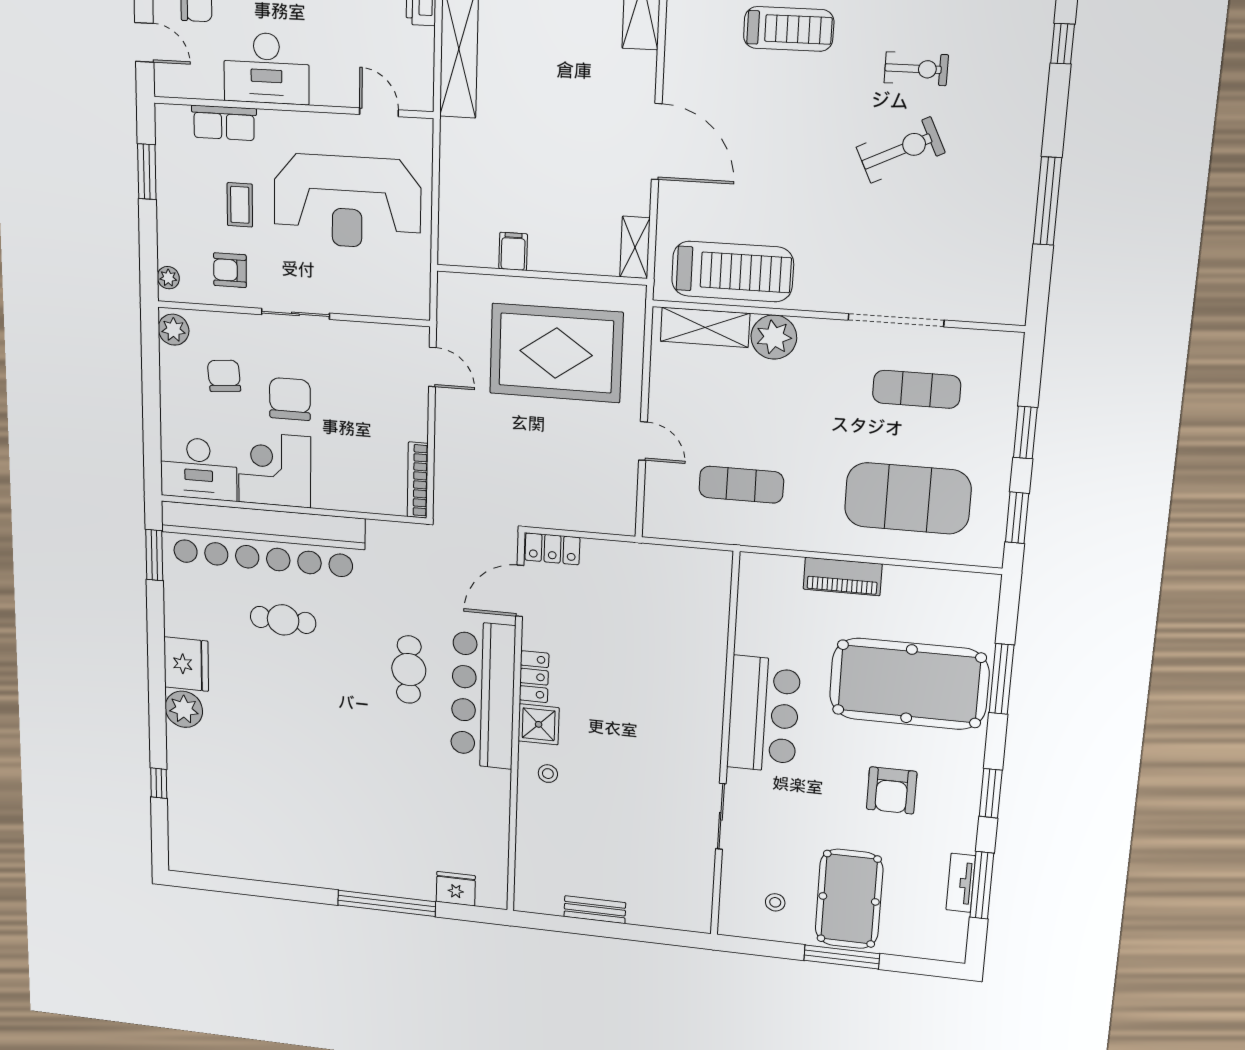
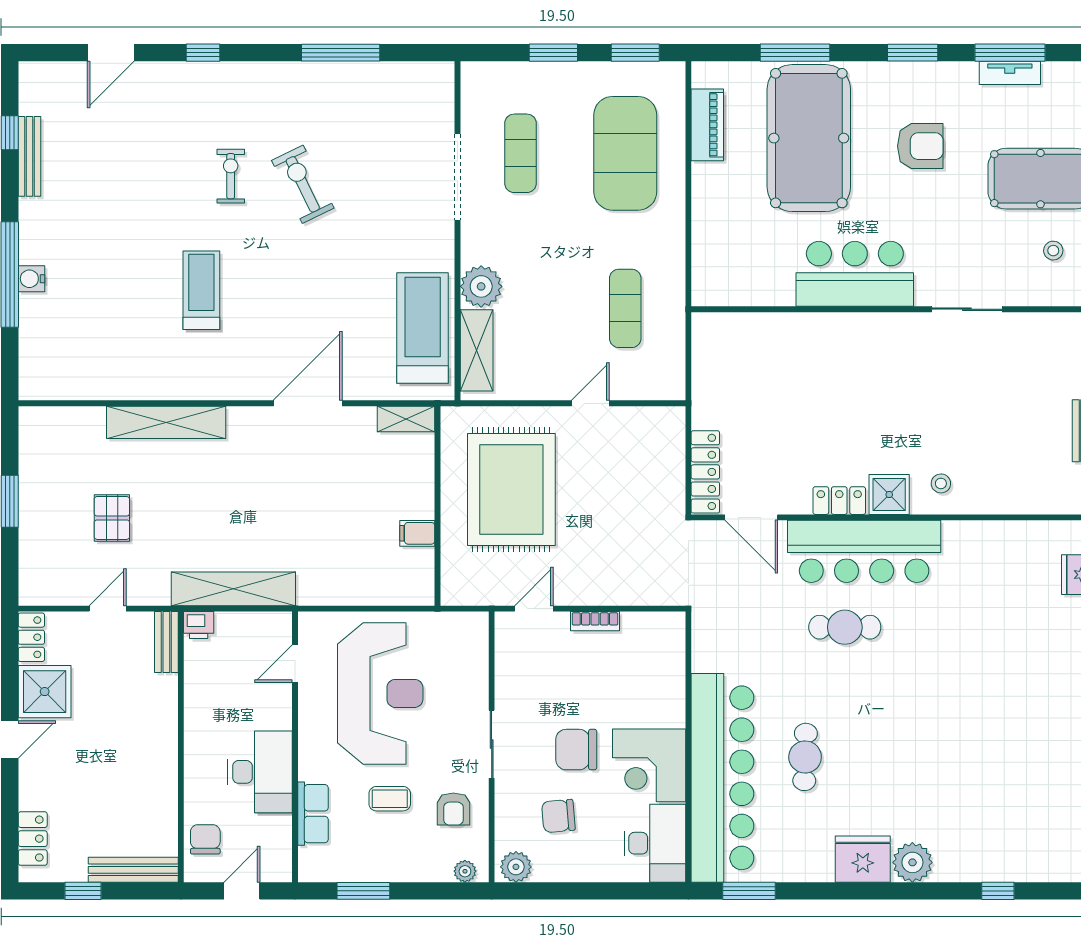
bookcase: (418, 480) -> (595, 621), moved, width x0.64
locker: (552, 549) -> (705, 472), width x1.53
piano: (843, 577) -> (707, 125), moved

